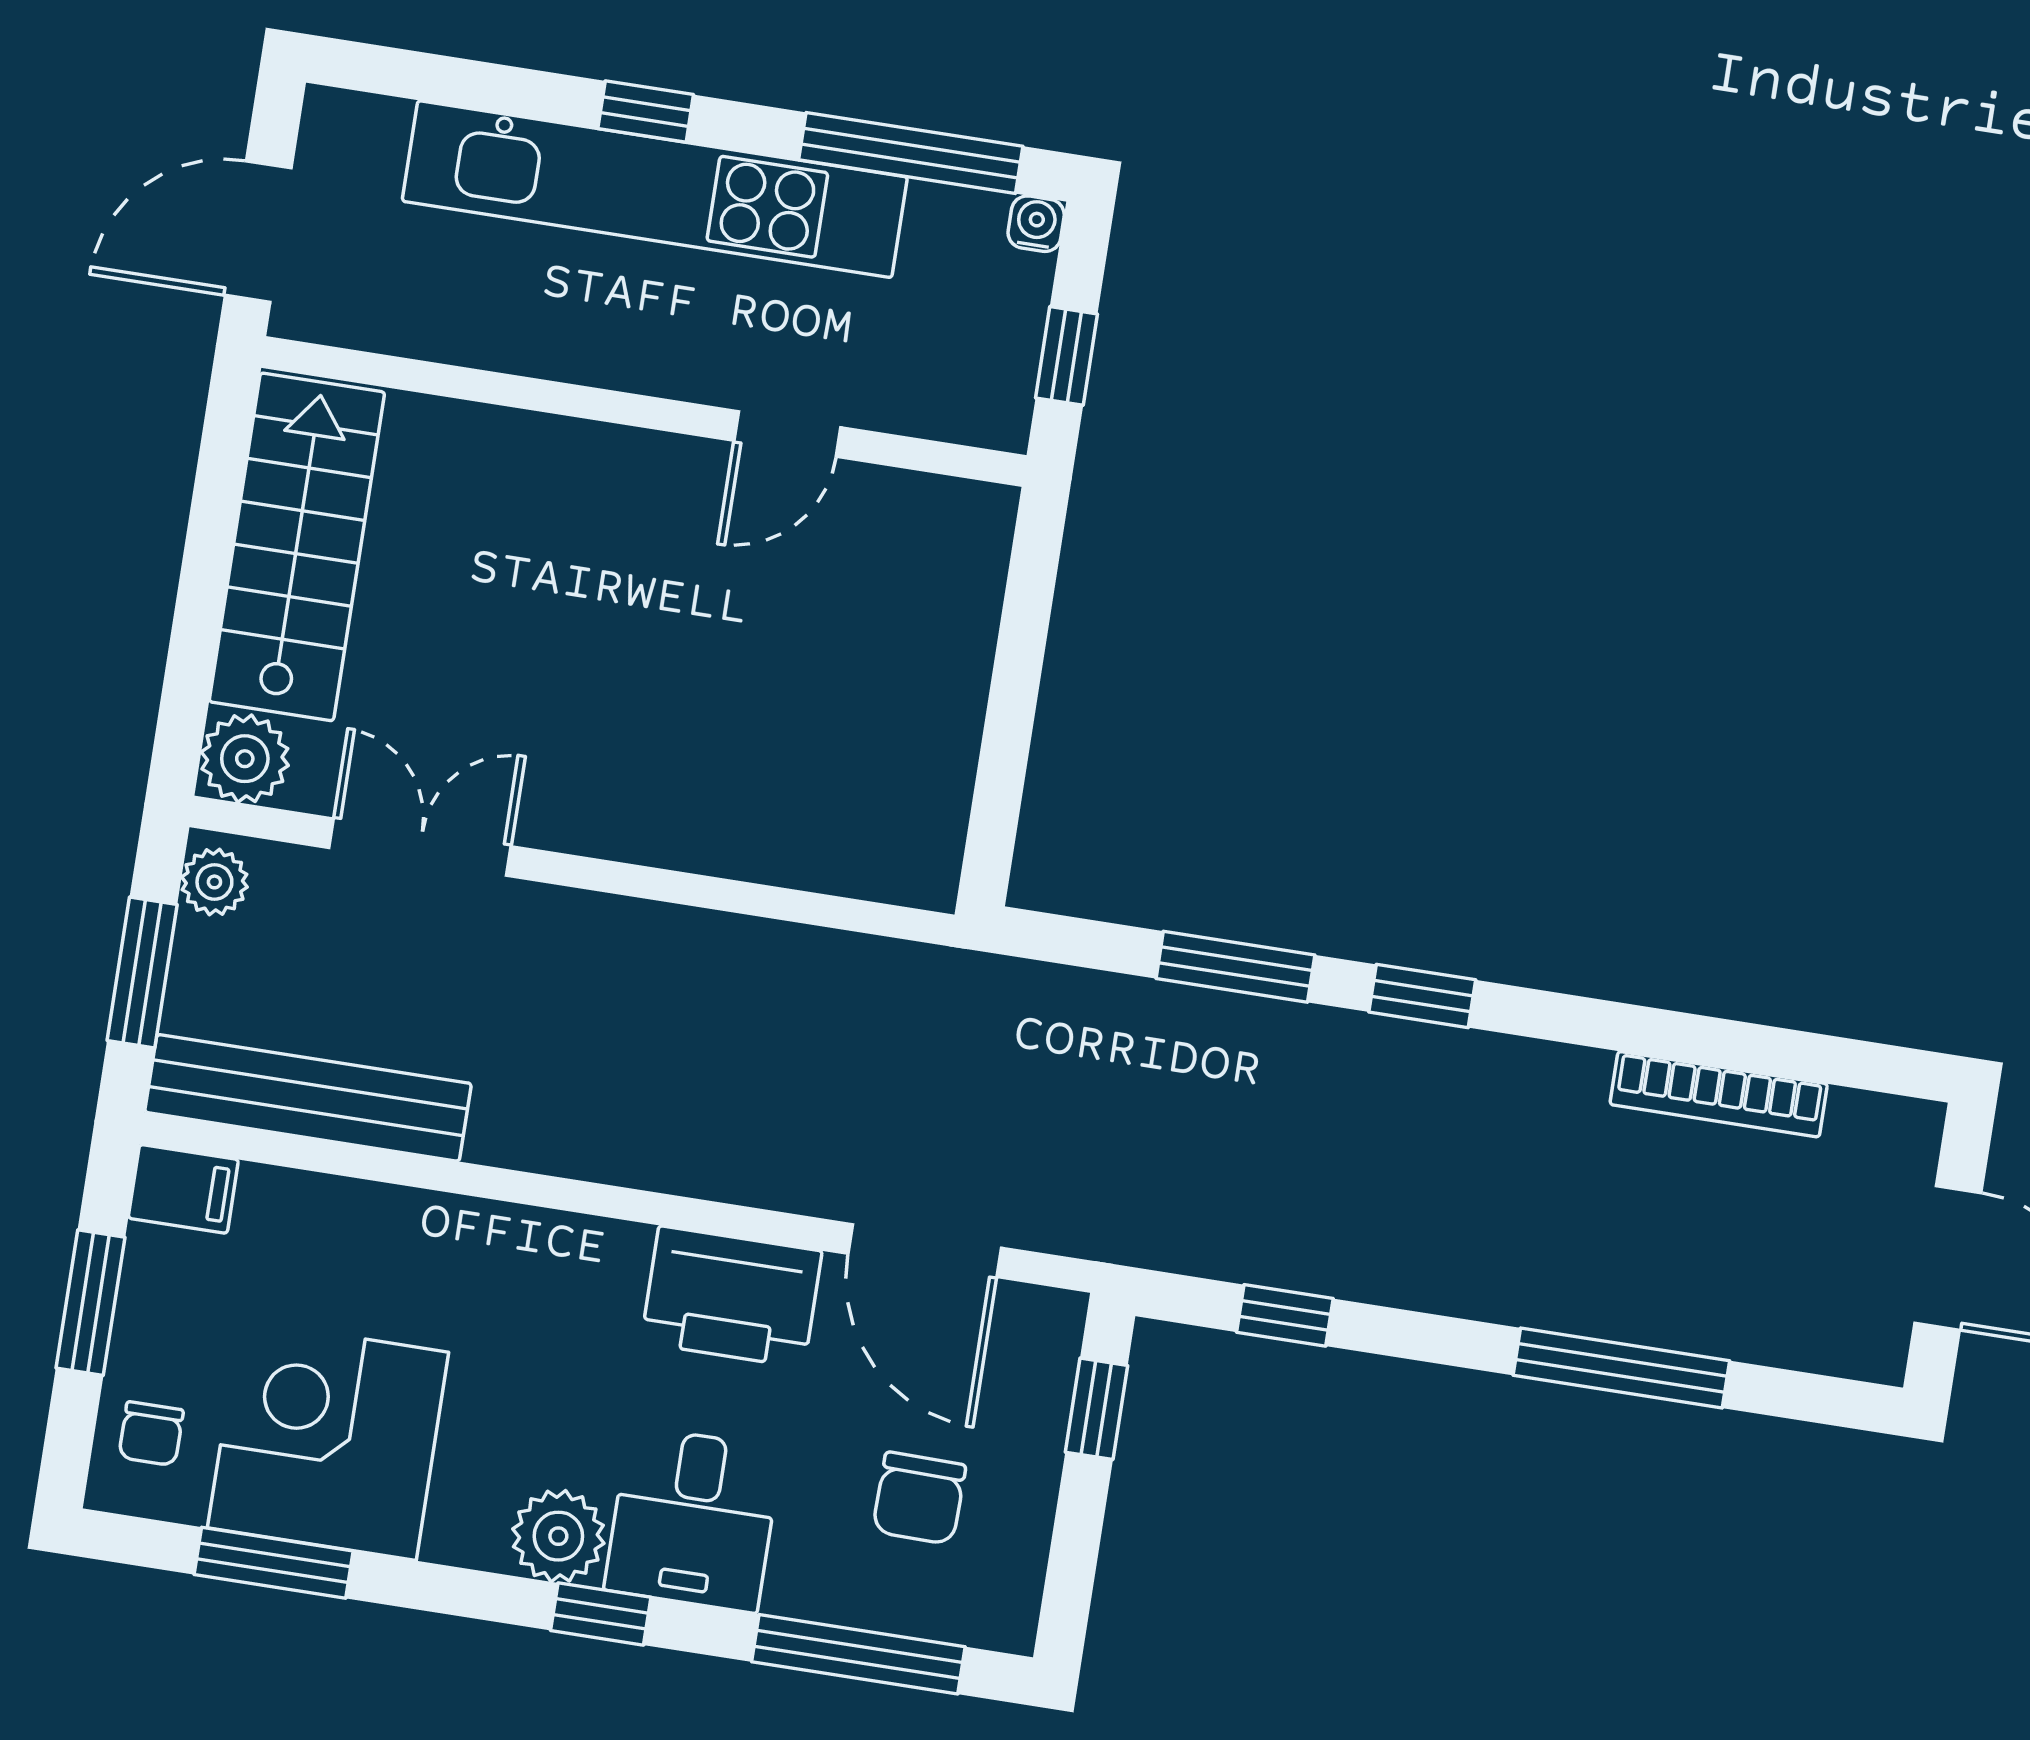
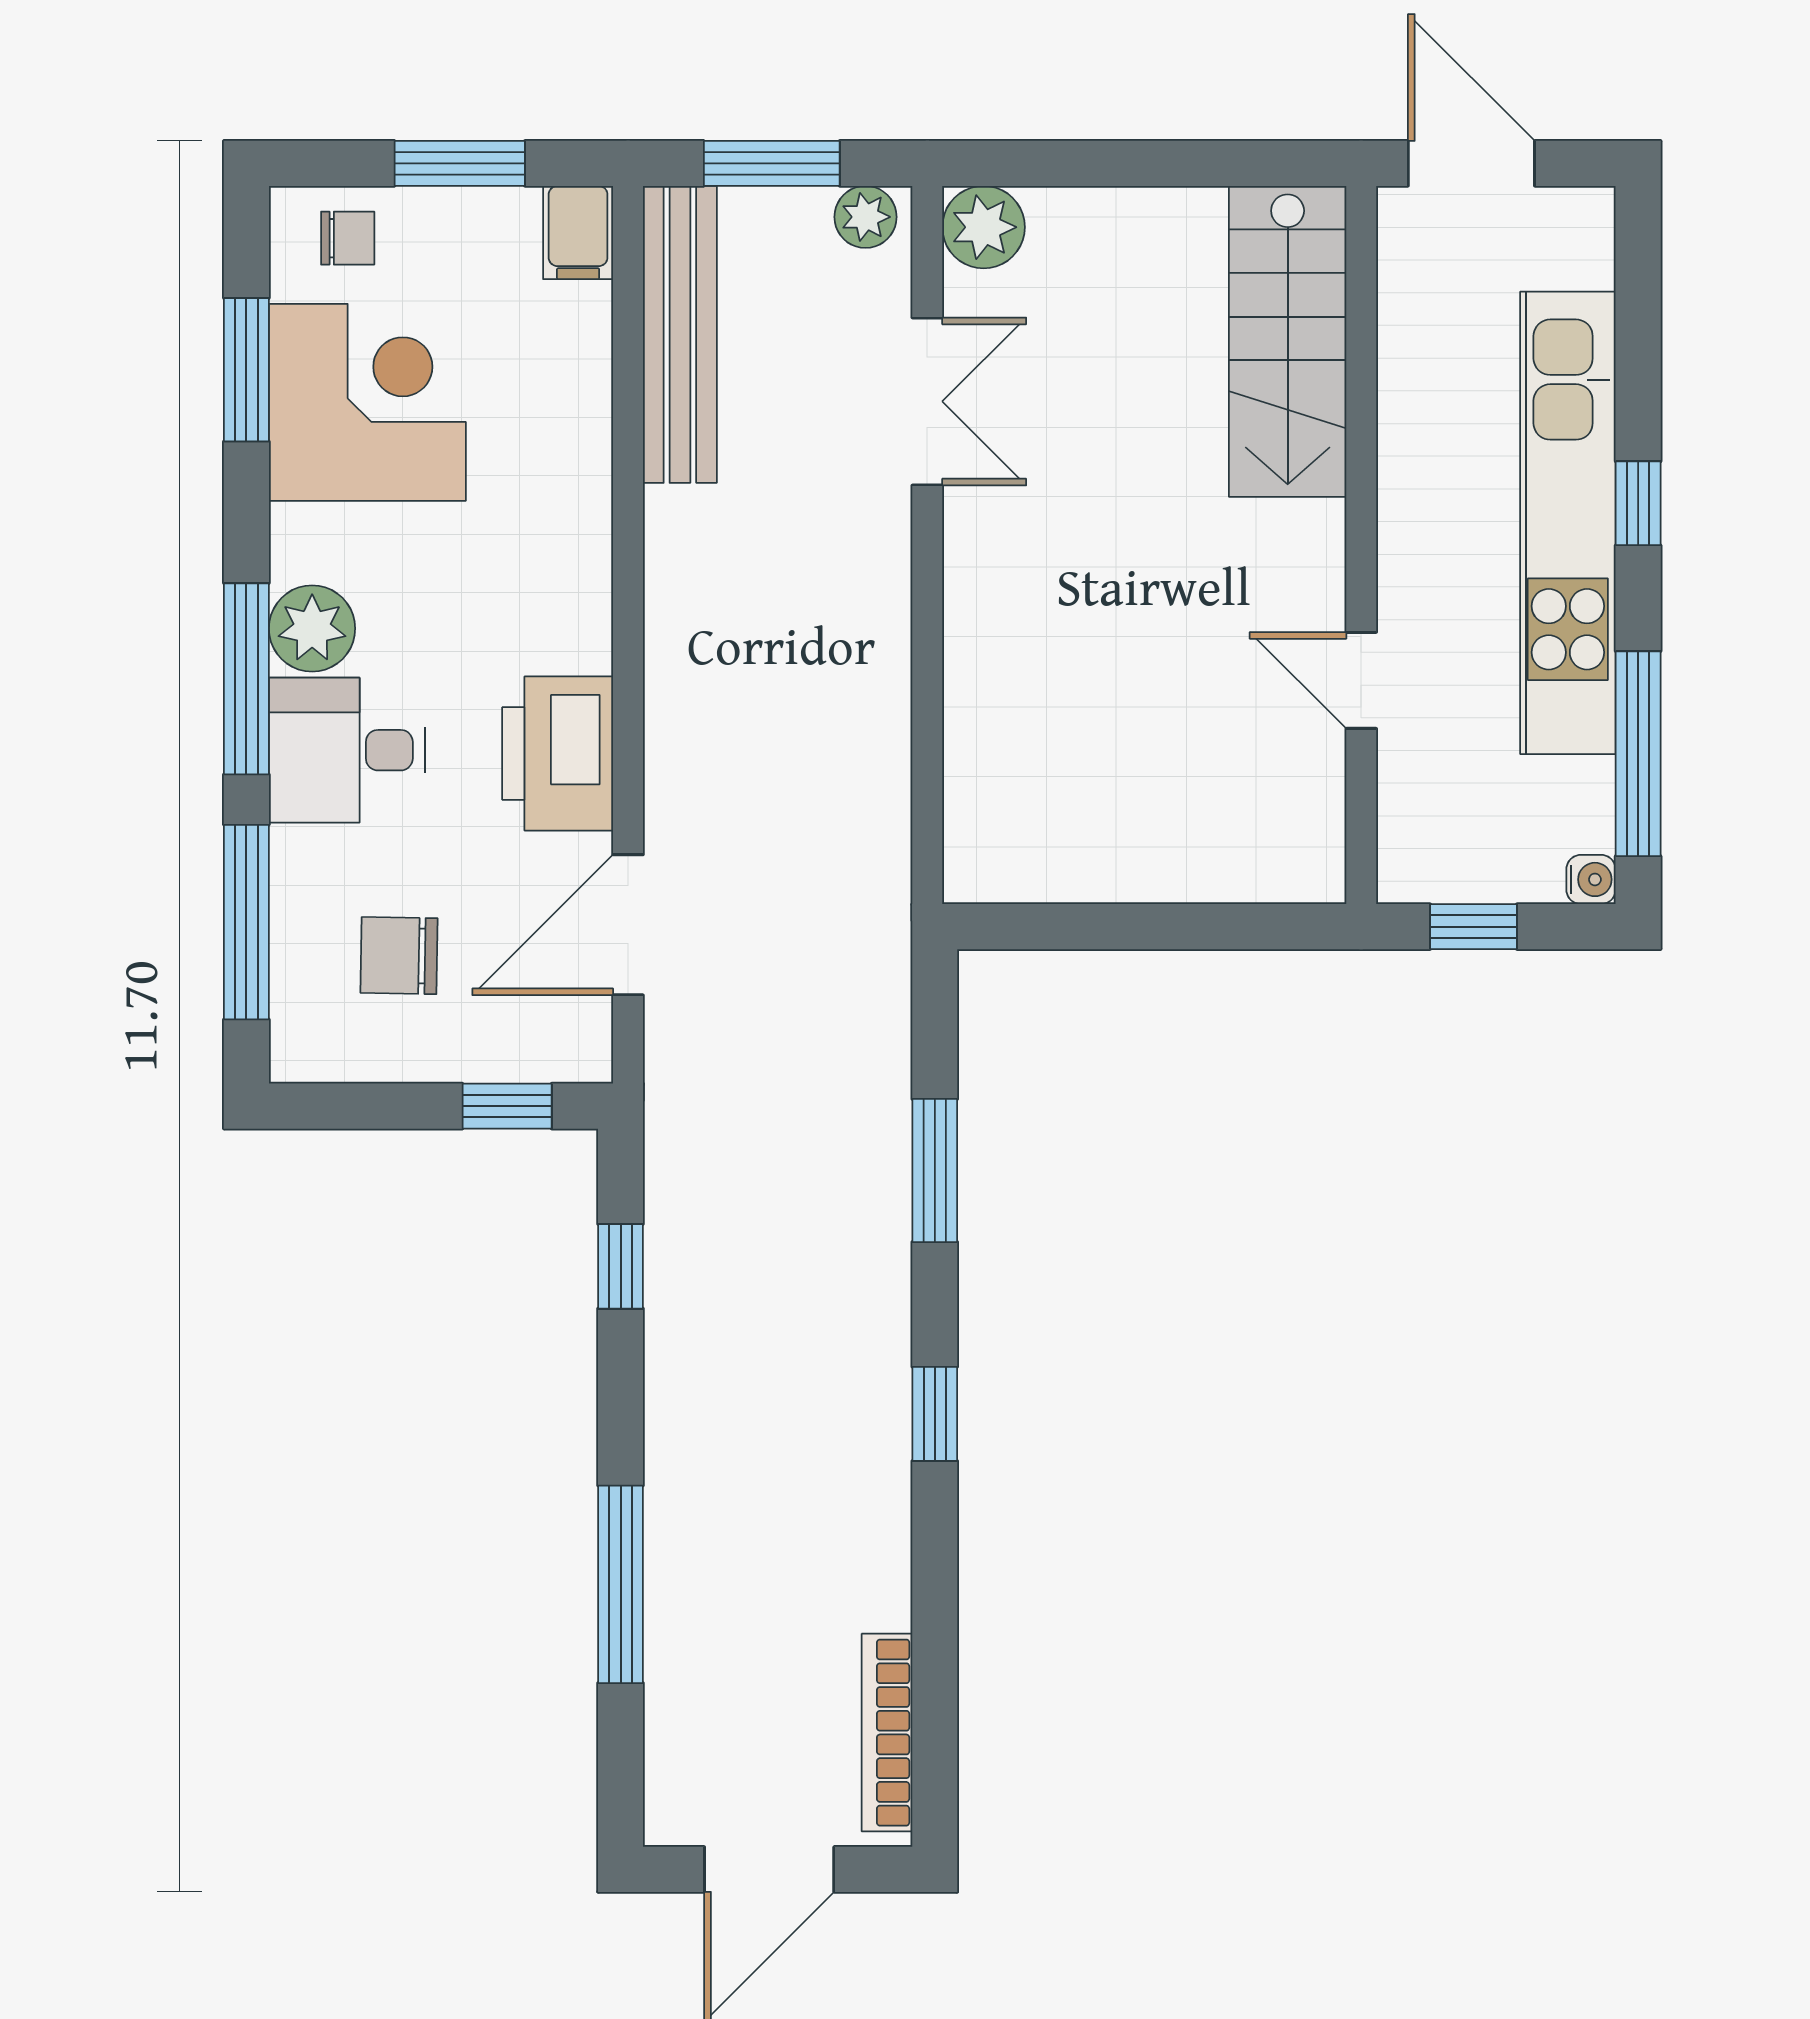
stairs: (297, 547) -> (1288, 341), moved, turned 90
window: (1422, 996) -> (935, 1414), moved
bookcase: (1719, 1094) -> (887, 1733), moved
chair: (151, 1434) -> (348, 238), turned 180
window: (601, 1614) -> (246, 679), width x2.17

